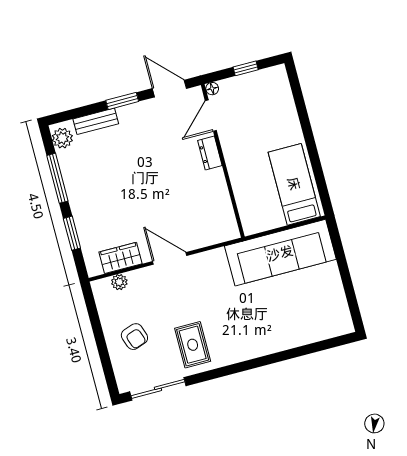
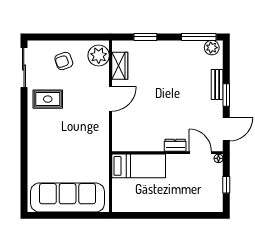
bench: (96, 121) -> (217, 84), moved
window: (57, 178) -> (199, 37), moved
bed: (294, 184) -> (139, 166), moved
sofa: (280, 253) -> (68, 197), moved, turned 90
plant: (119, 282) -> (99, 56), width x1.87, depth x1.87

